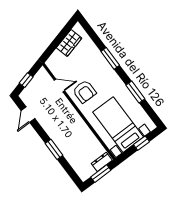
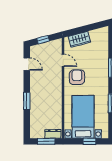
wardrobe: (69, 43) -> (79, 39), moved
armchair: (84, 92) -> (77, 77), turned 180
door: (28, 115) -> (27, 64), swing flipped

